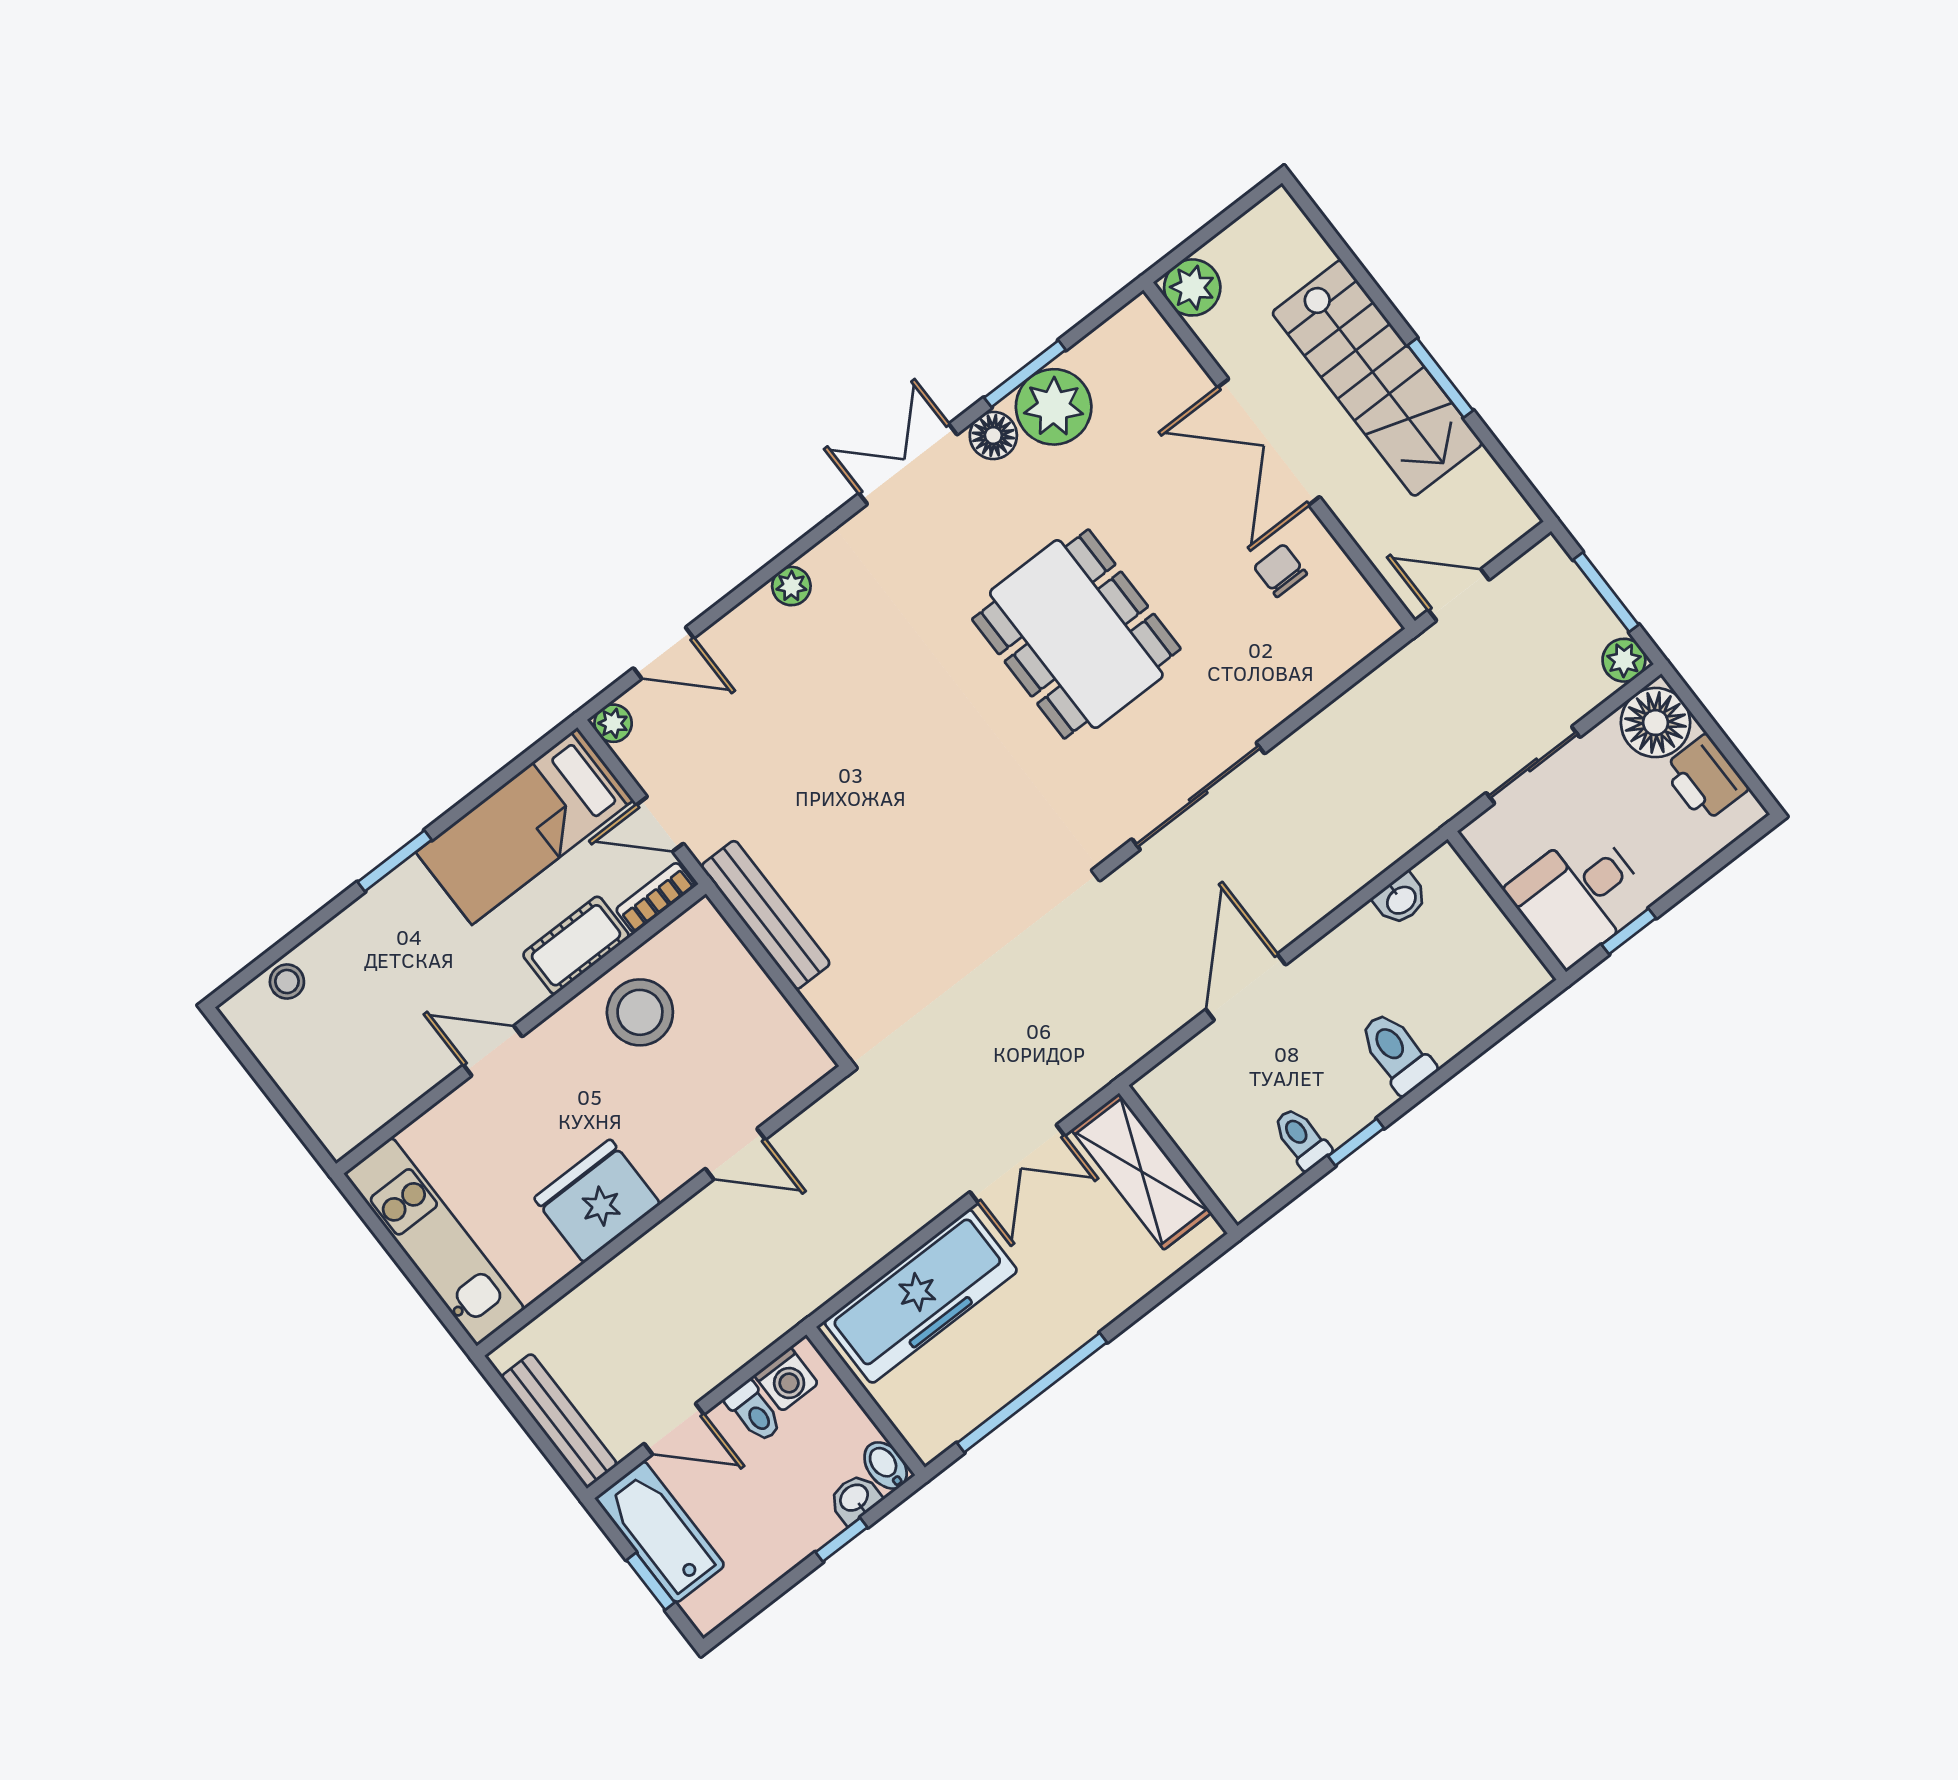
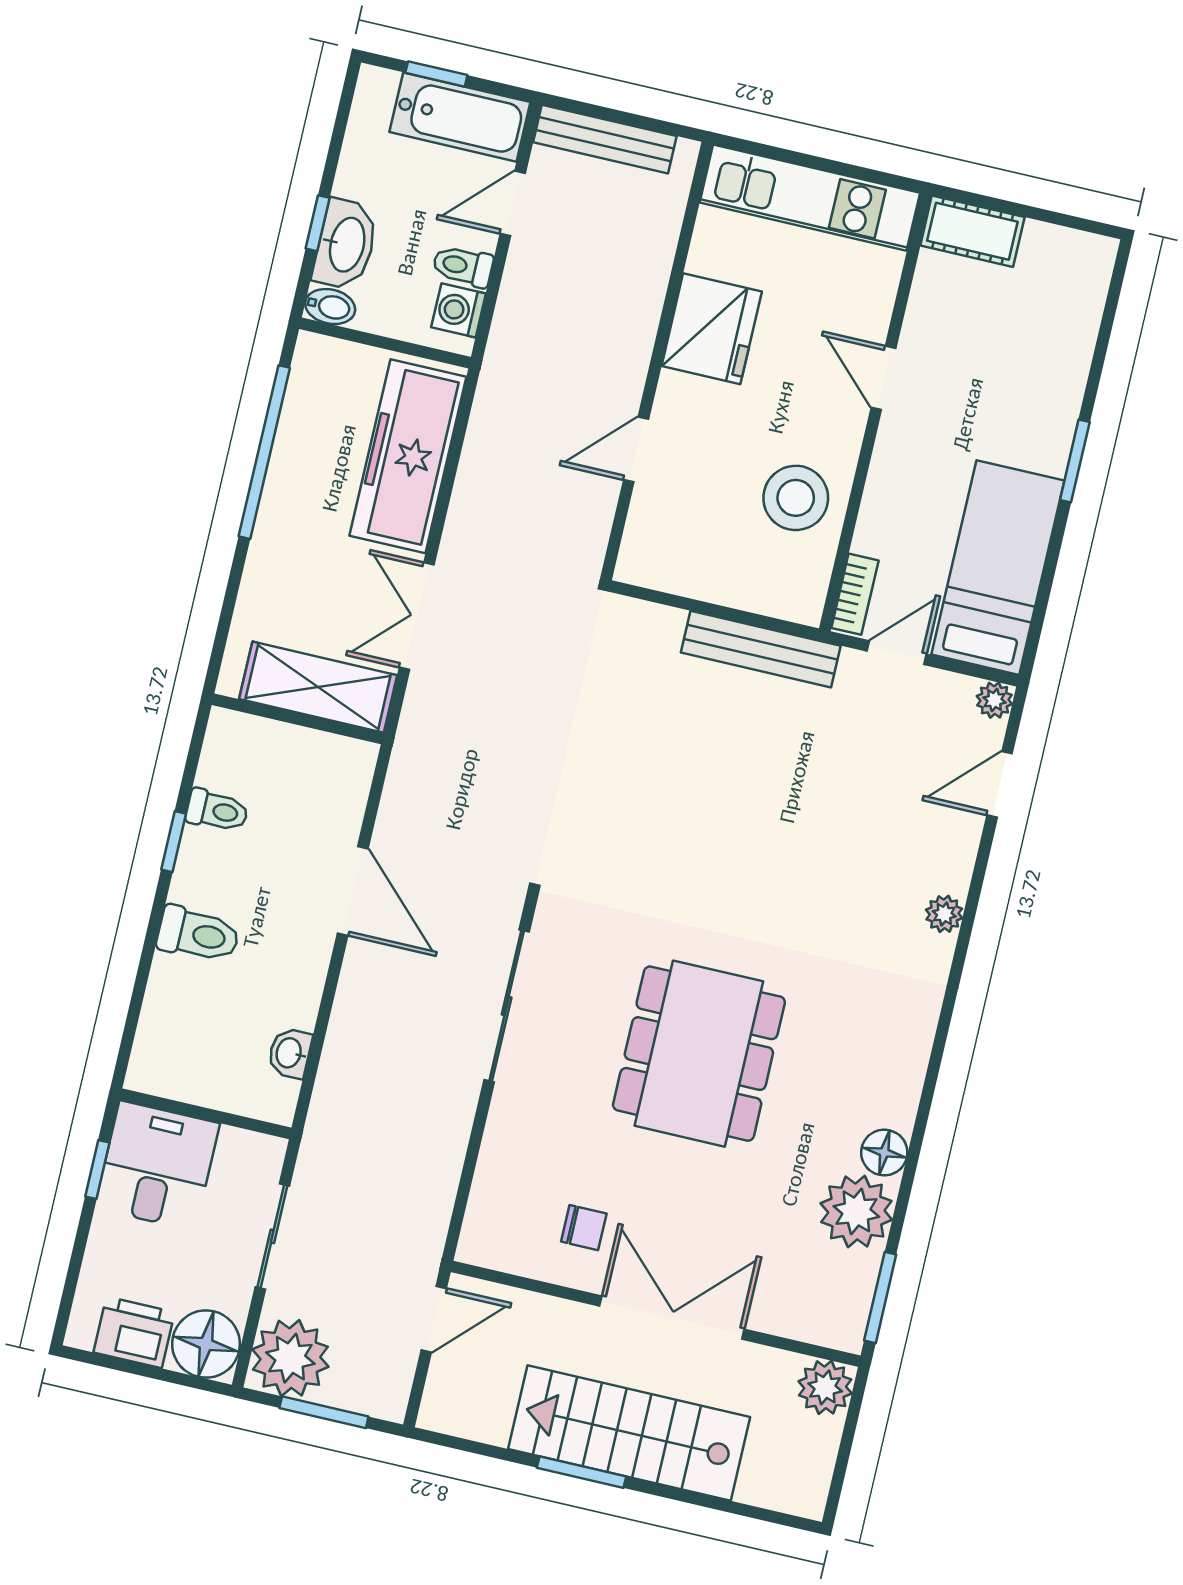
window: (1025, 374) -> (880, 1298), moved
double door: (908, 464) -> (931, 1078), removed
dining table: (1076, 634) -> (699, 1054), turned 90
plant: (1624, 660) -> (290, 1358), width x1.88, depth x1.88
cot: (576, 945) -> (972, 231), moved, turned 90
stool: (287, 982) -> (1082, 303), removed
door: (493, 1051) -> (883, 378), swing flipped
washbasin: (855, 1498) -> (346, 244), width x1.91, depth x1.45

